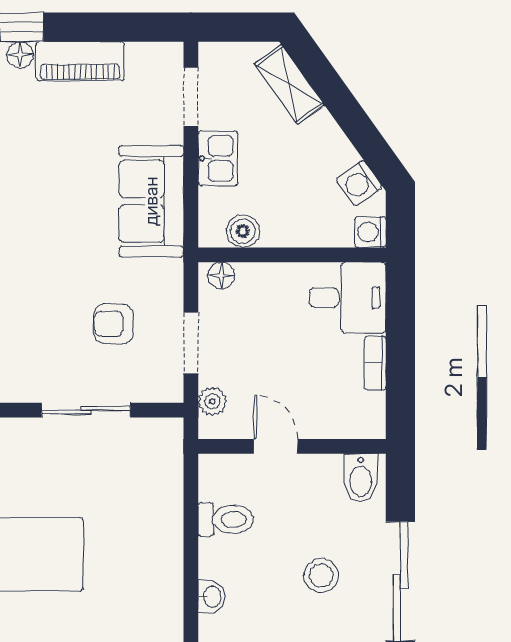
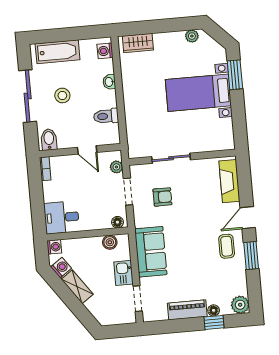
shelving: (289, 84) -> (77, 287), moved
bookcase: (375, 363) -> (45, 169), moved

